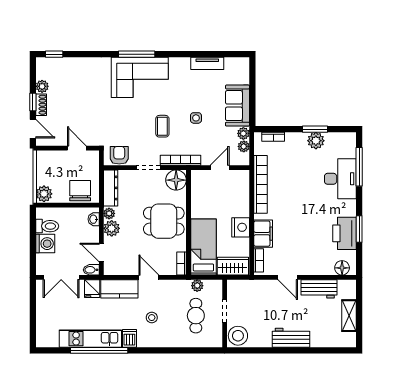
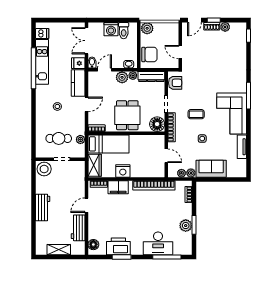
corner sofa: (140, 77) -> (232, 113), moved
door: (77, 148) -> (180, 52), swing flipped
dishwasher: (129, 338) -> (42, 34), moved

